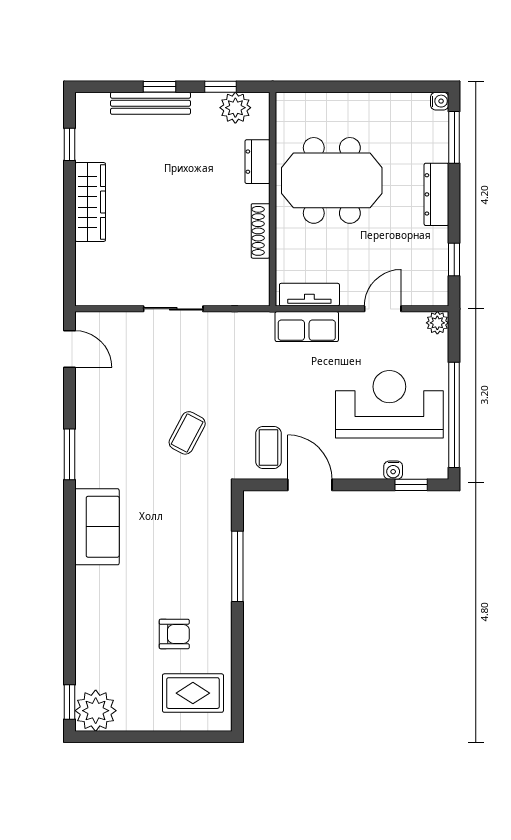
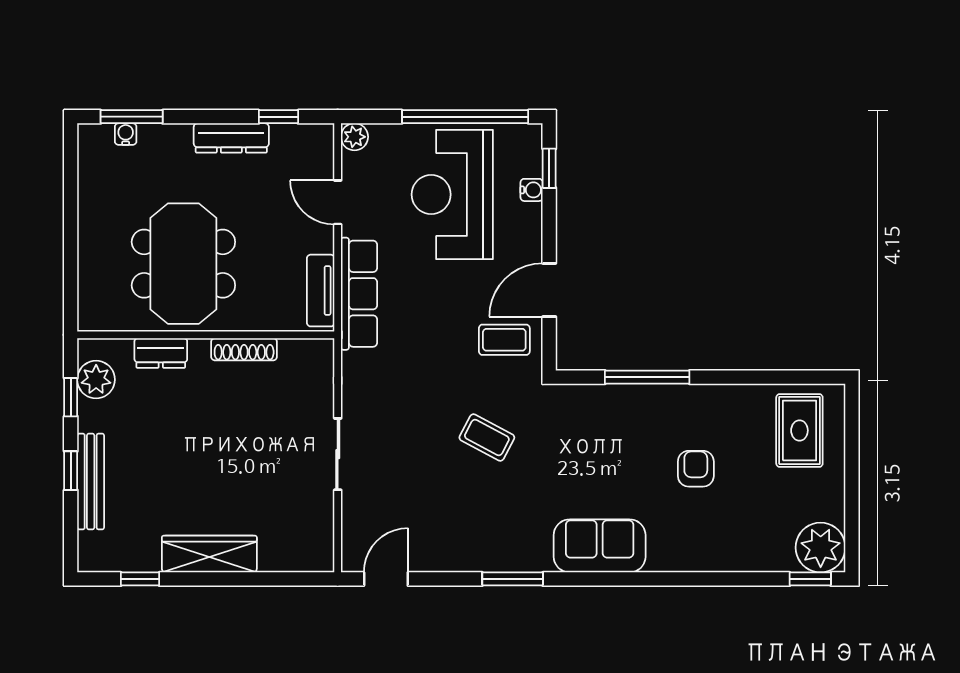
water cooler: (440, 101) -> (126, 134), moved
dresser: (436, 194) -> (231, 138), moved
row of seats: (307, 327) -> (359, 294), width x1.48
armchair: (174, 634) -> (696, 469), moved

